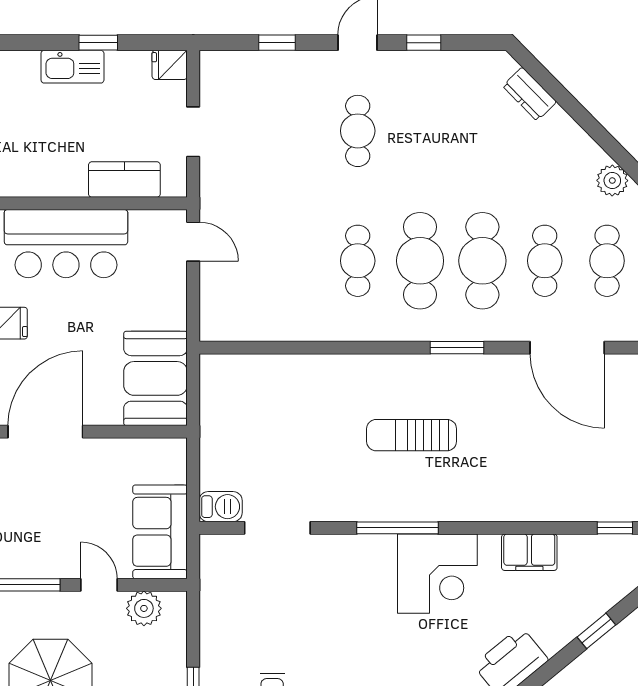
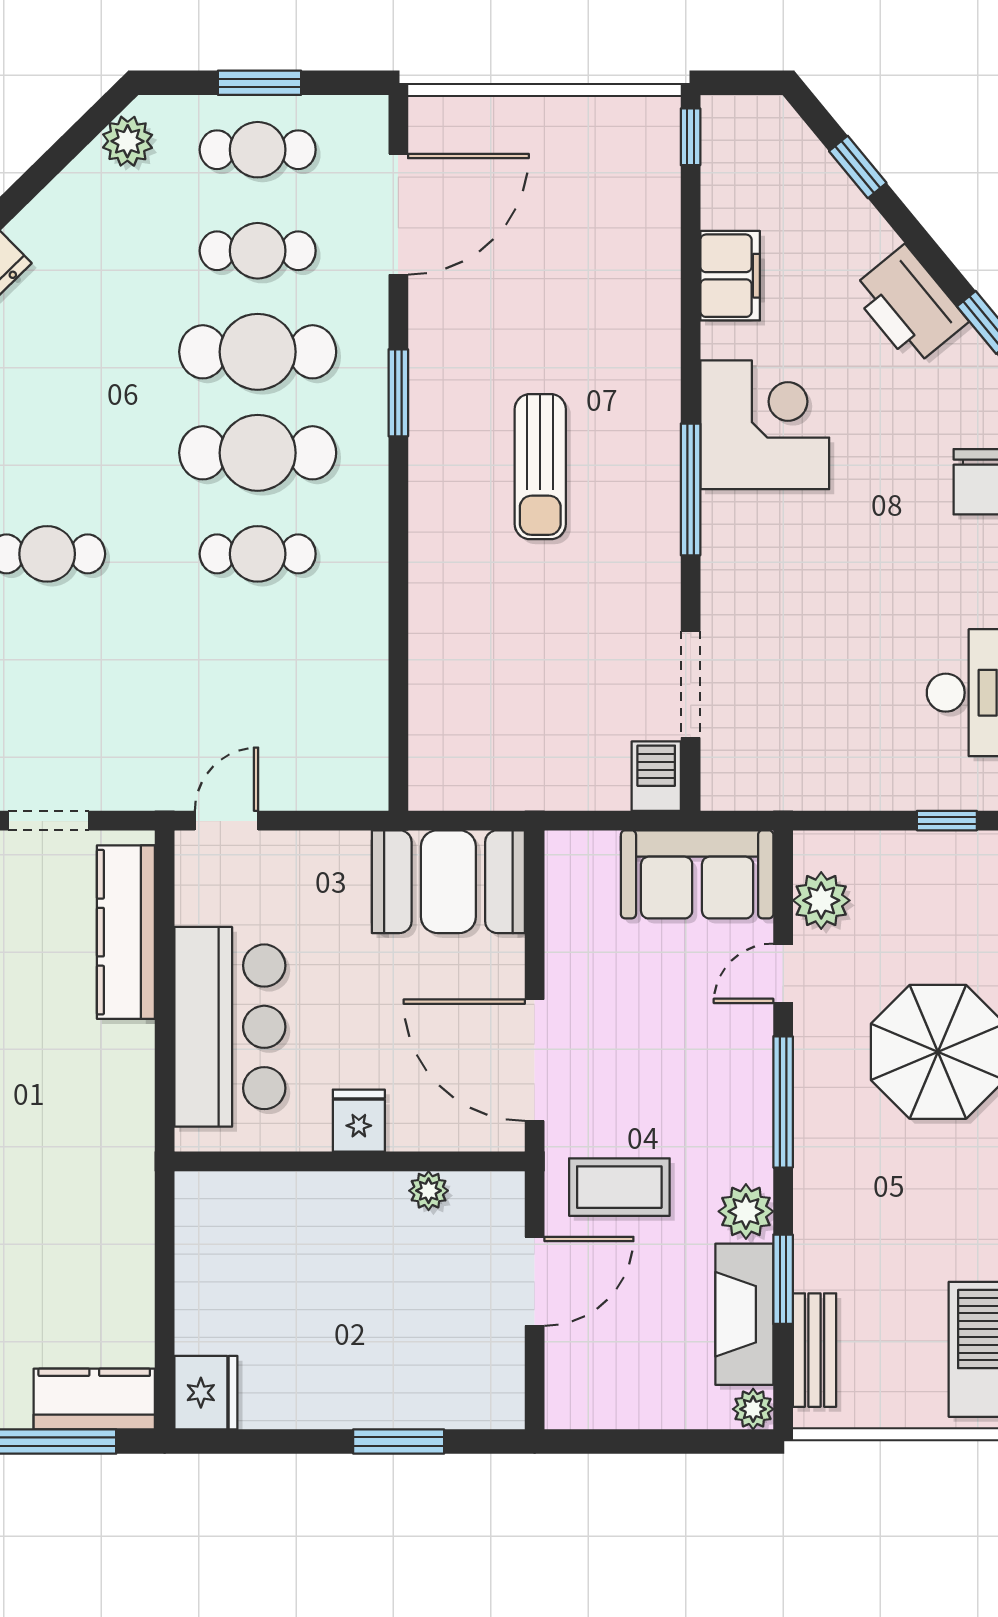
kitchen counter: (124, 179) -> (126, 932), width x1.50

